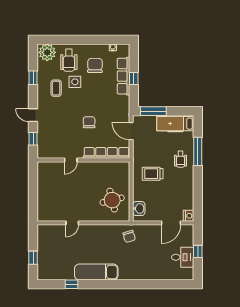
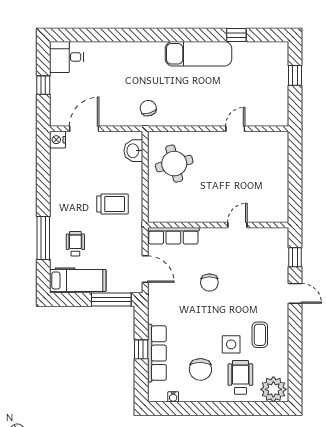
window: (33, 78) -> (295, 350), removed
row of seats: (107, 153) -> (173, 236), width x0.73
wheelchair: (181, 159) -> (75, 244), moved
desk: (183, 257) -> (67, 57), moved

